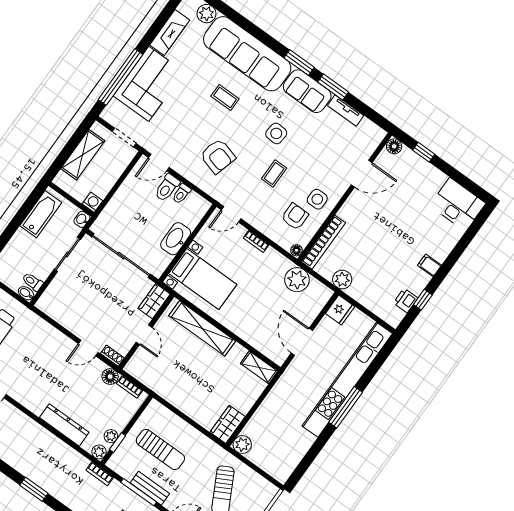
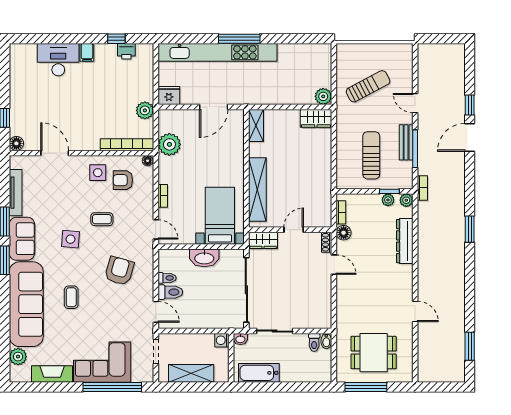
tv unit: (346, 110) -> (16, 193), width x1.41
desk: (458, 204) -> (58, 60), moved, turned 90

